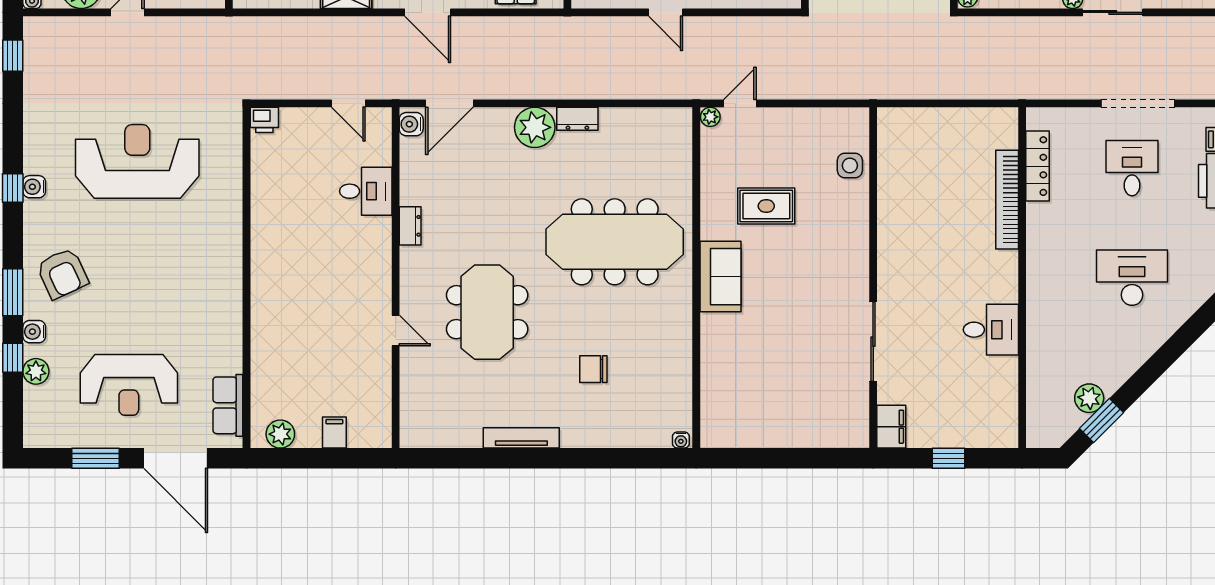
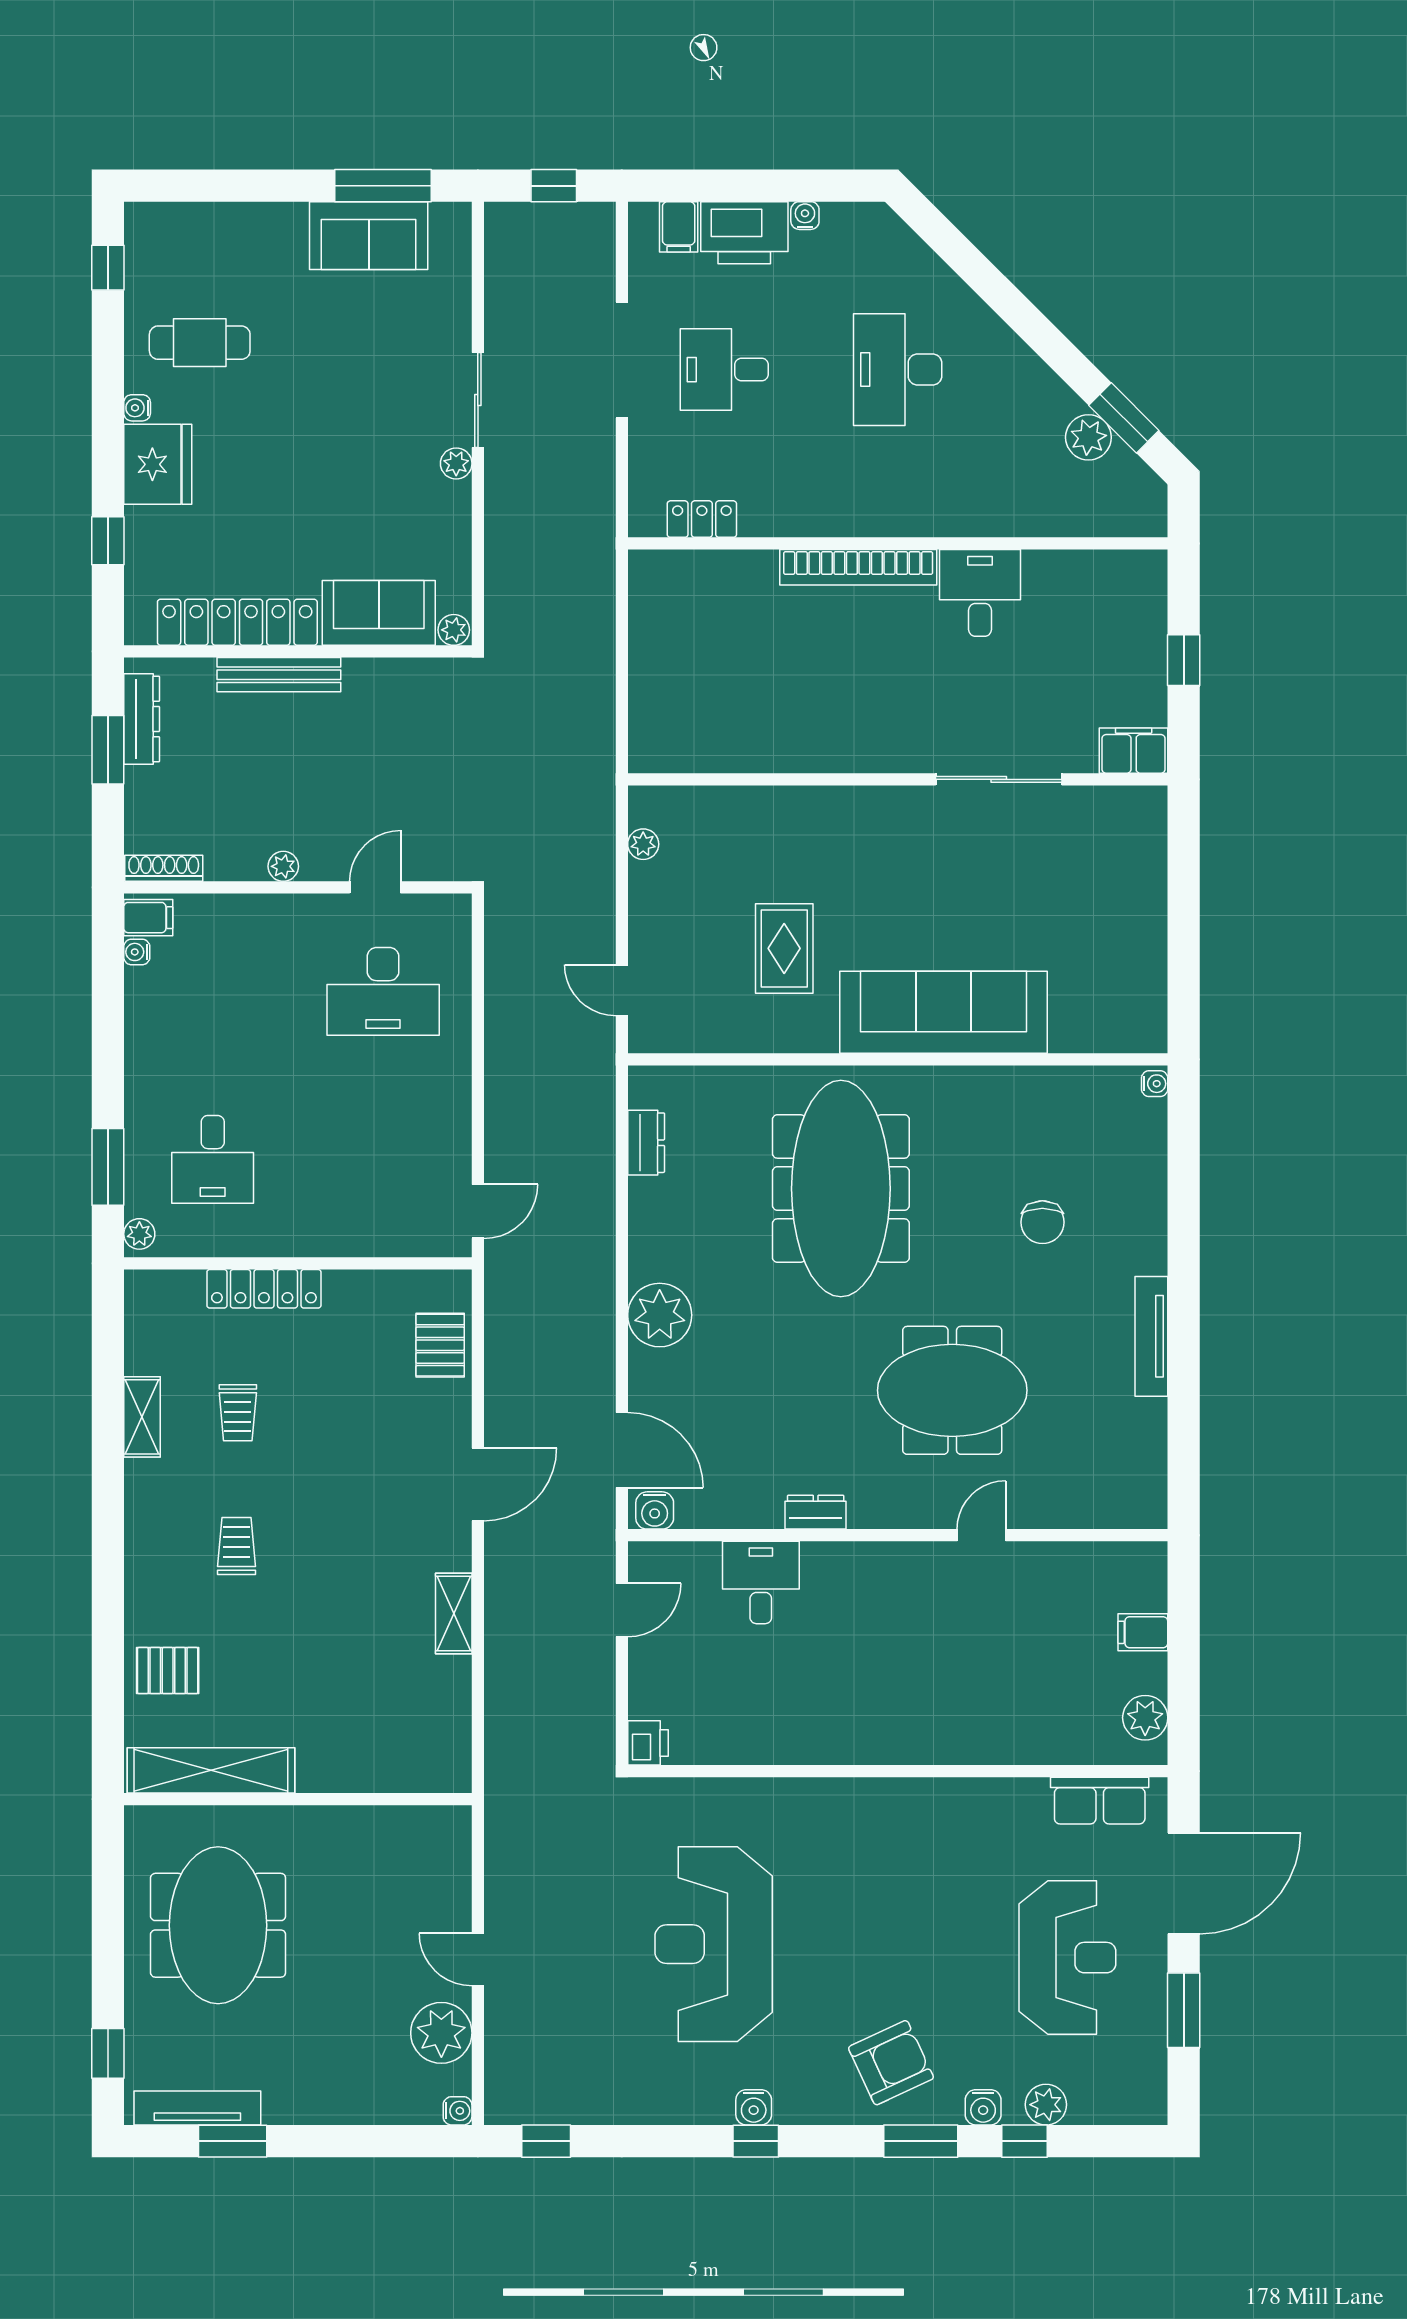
door: (666, 12) -> (478, 1211), moved
plant: (710, 117) -> (643, 844), moved
dresser: (577, 119) -> (646, 1143), moved
side table: (850, 165) -> (720, 816), removed
locker: (1038, 166) -> (702, 519), width x0.66
bookcase: (1007, 200) -> (858, 567), moved
sofa: (720, 277) -> (944, 1012), width x1.85, depth x1.27

